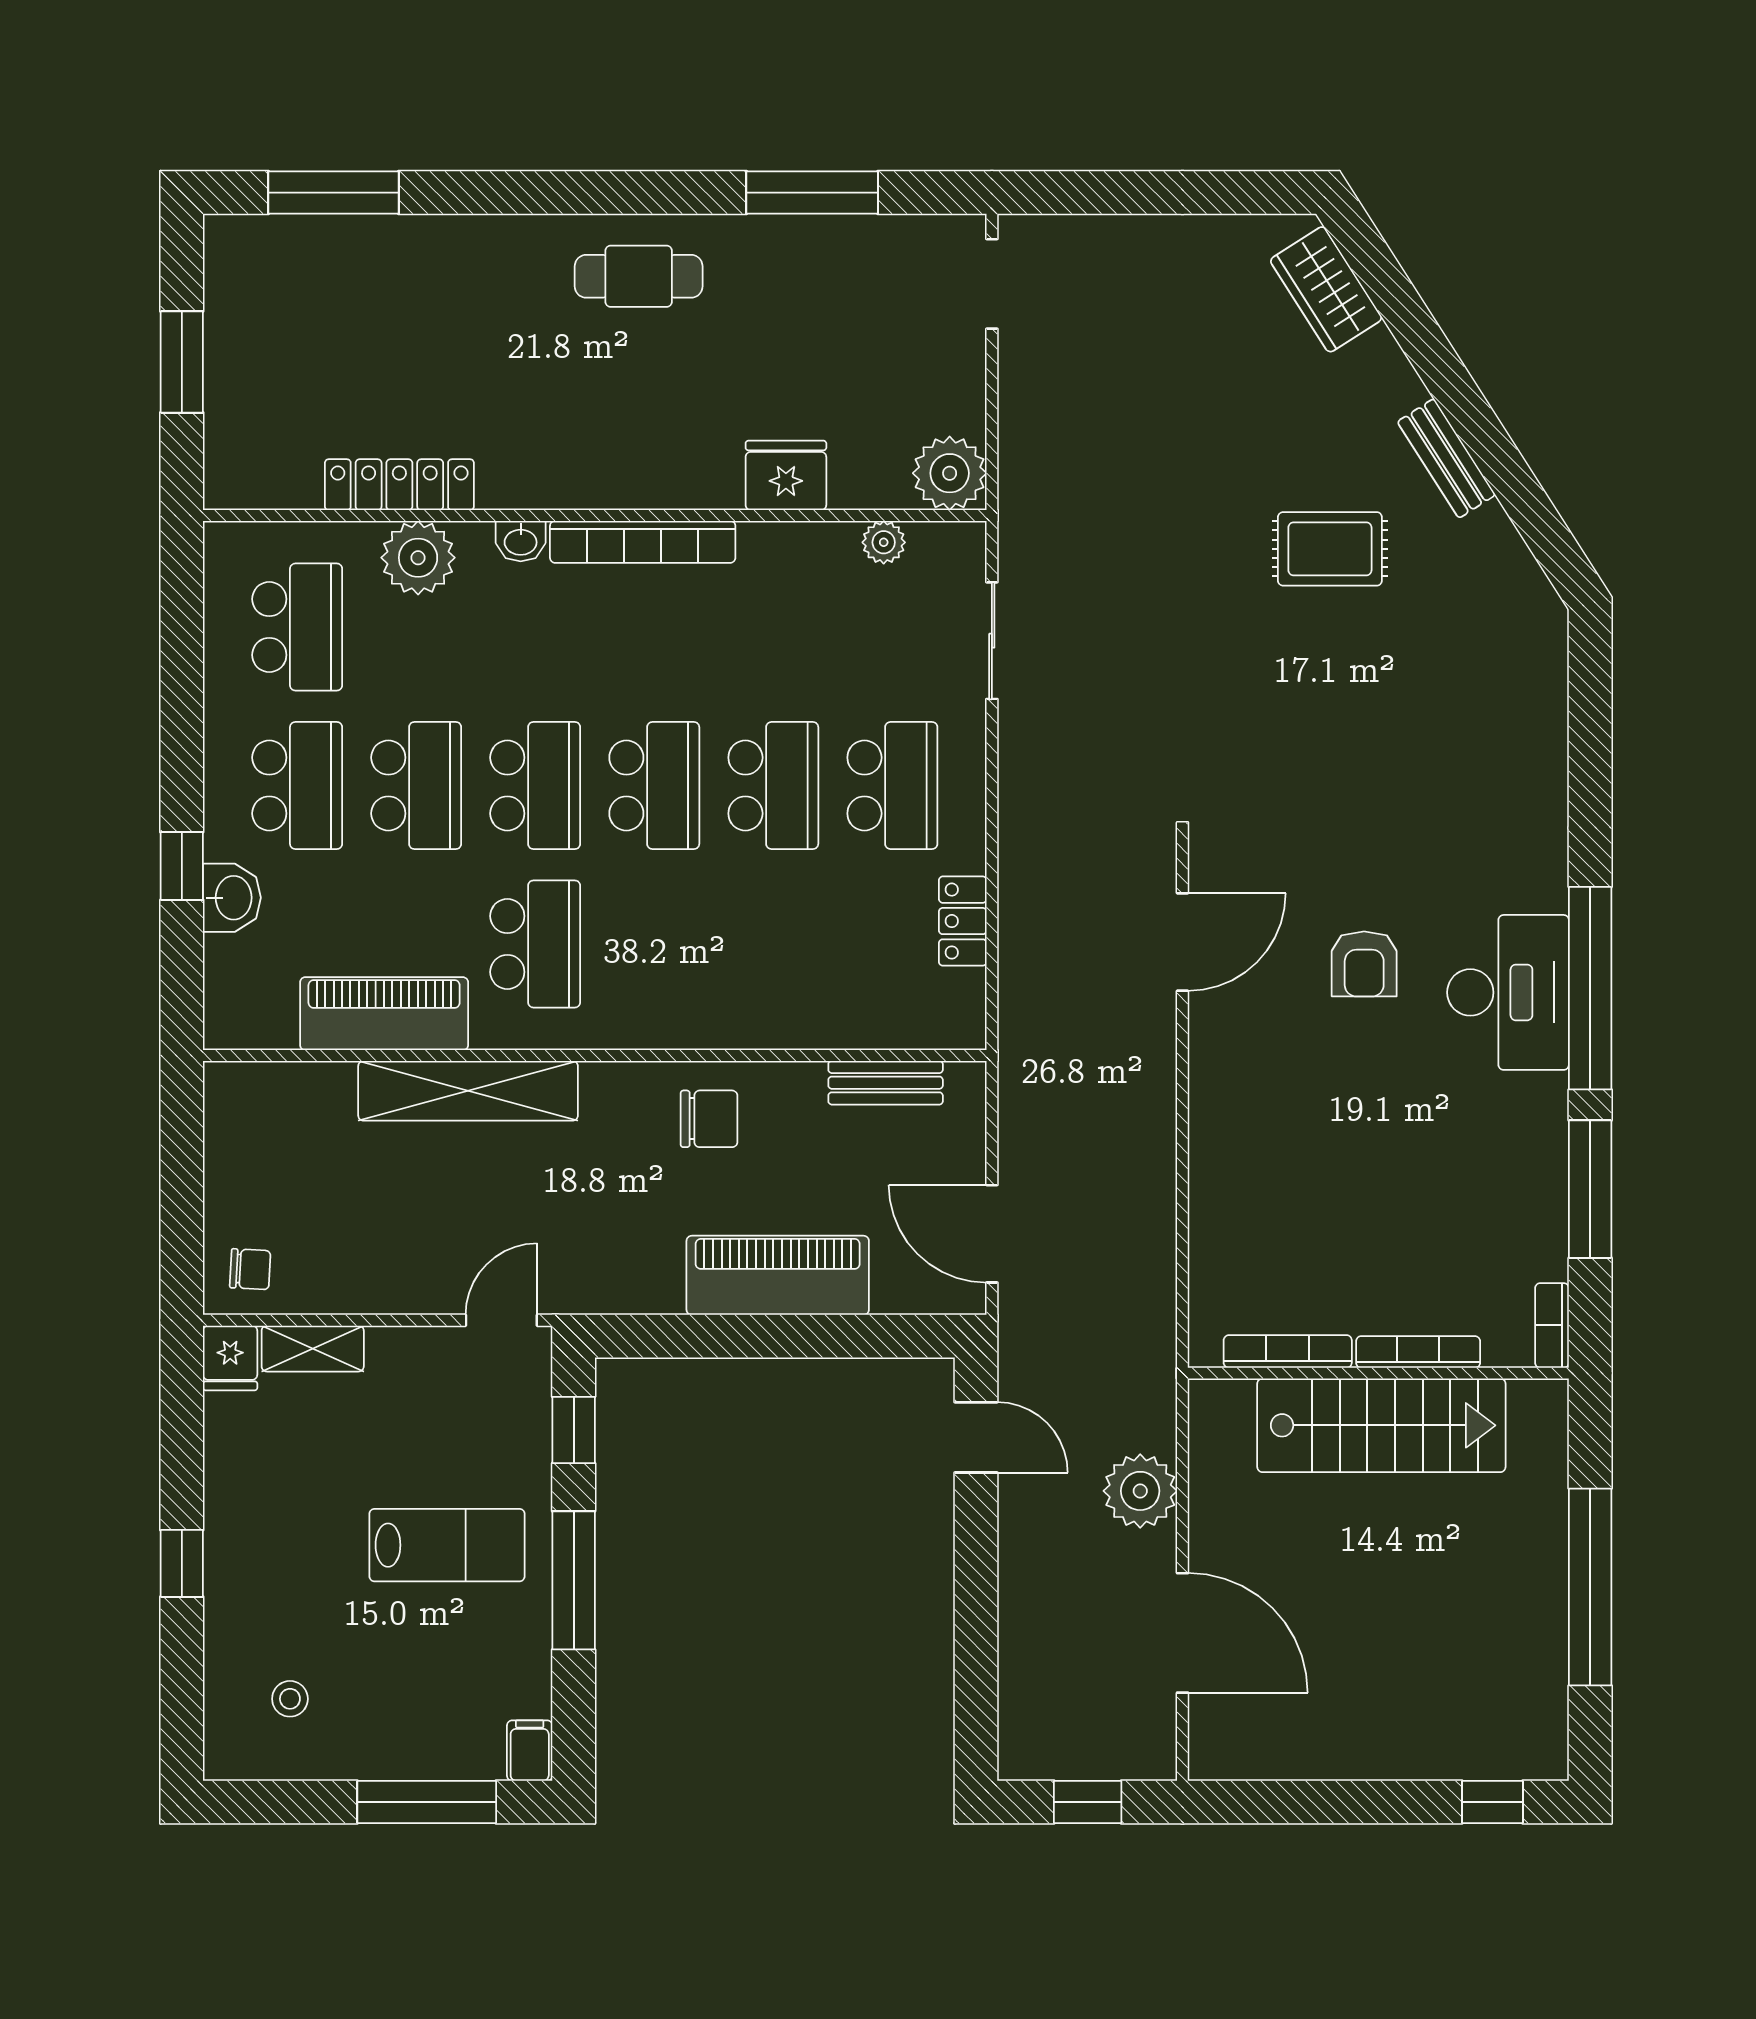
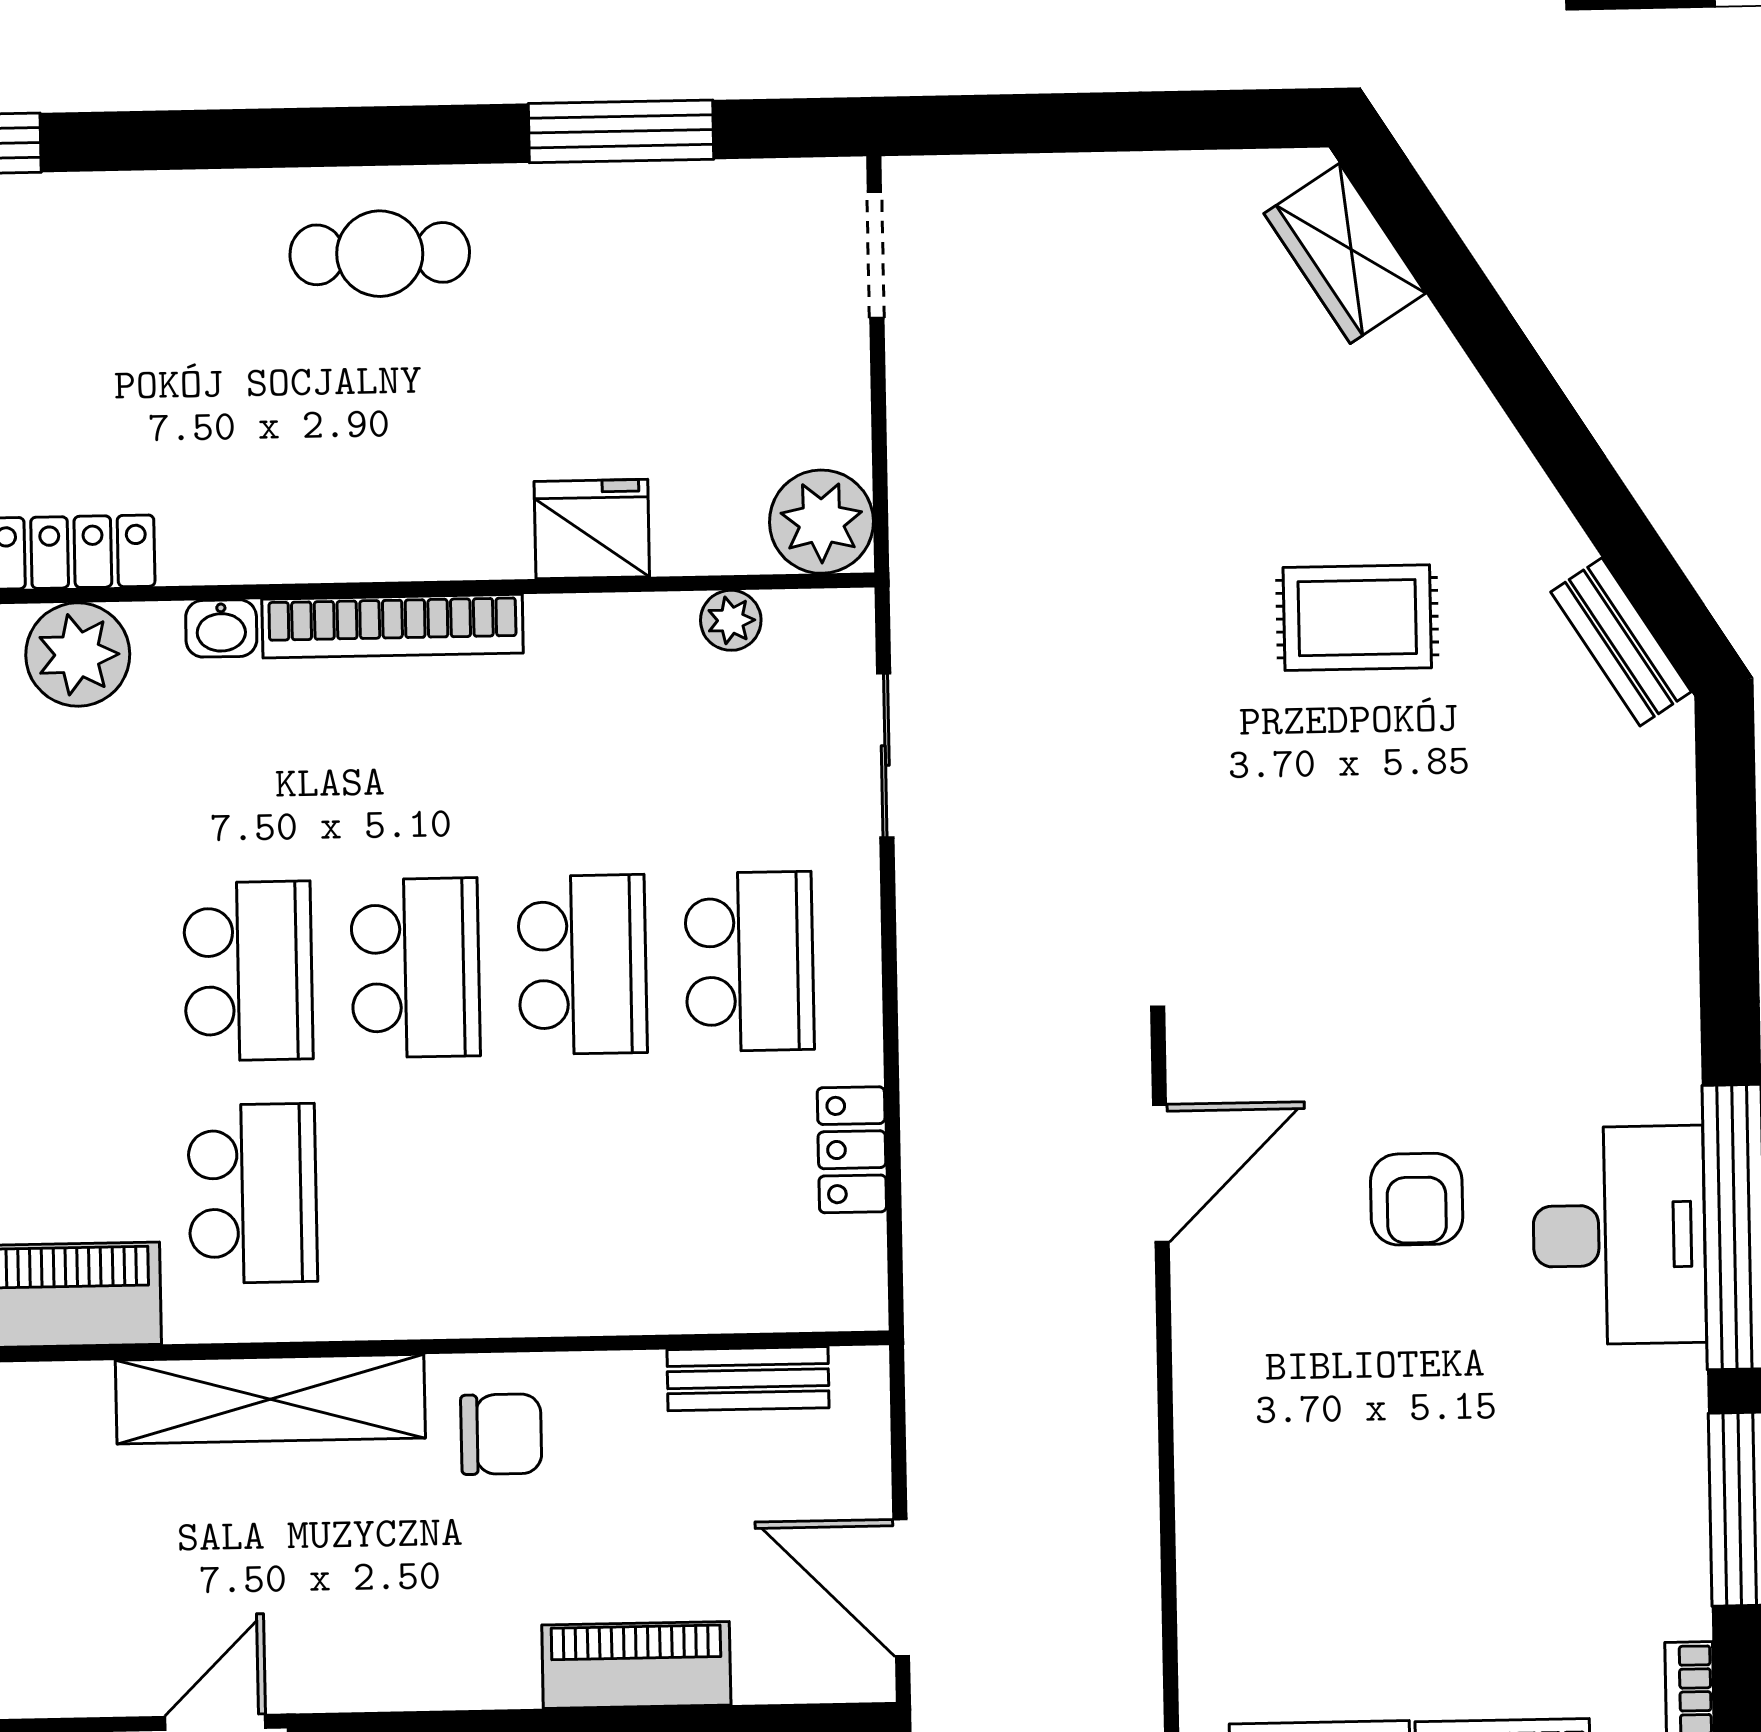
bench: (1446, 458) -> (1621, 642), moved
school desk: (416, 785) -> (81, 974), removed
shelving: (468, 1091) -> (270, 1399), moved
piano: (778, 1275) -> (636, 1665), width x0.73, depth x0.75

